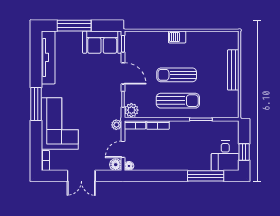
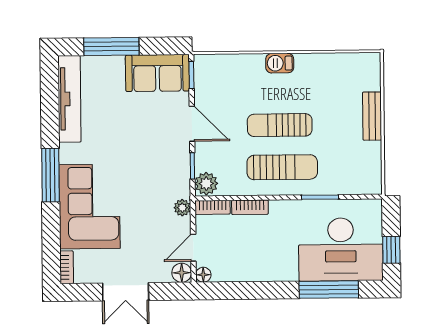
bench: (233, 70) -> (372, 116), width x0.73
desk: (225, 156) -> (341, 249), width x1.87, depth x1.30

